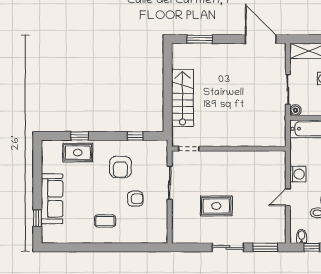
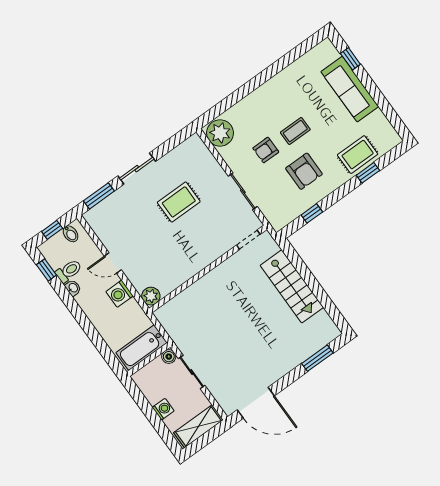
plant: (279, 158) -> (151, 296), added
armchair: (120, 167) -> (304, 171), turned 180
door: (288, 197) -> (113, 263), swing flipped
coffee table: (105, 221) -> (295, 131), moved
plant: (157, 231) -> (220, 133), added

